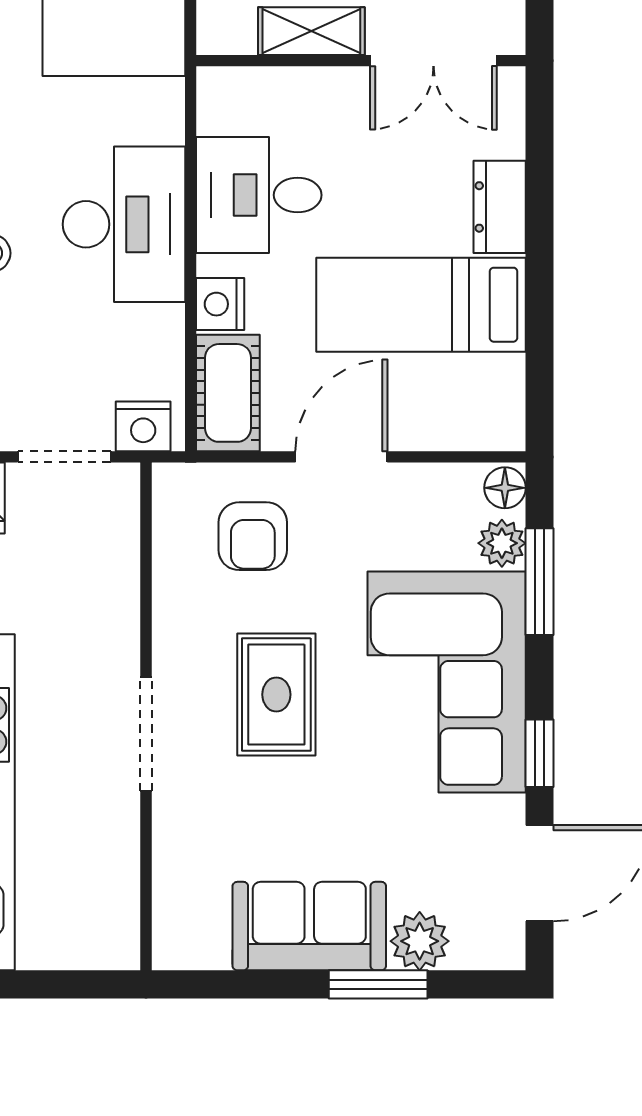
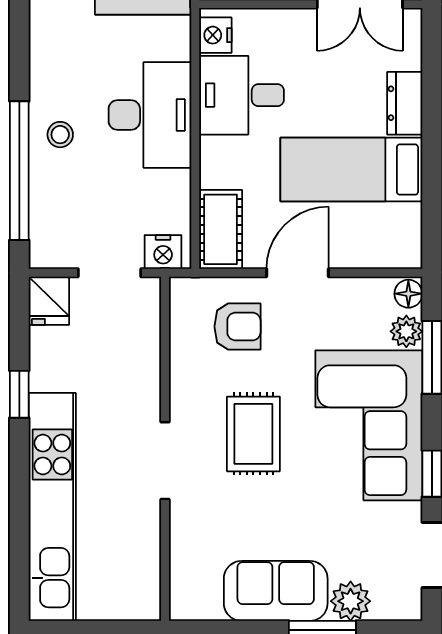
nightstand: (220, 304) -> (215, 35), moved
armchair: (253, 536) -> (237, 327), turned -90

